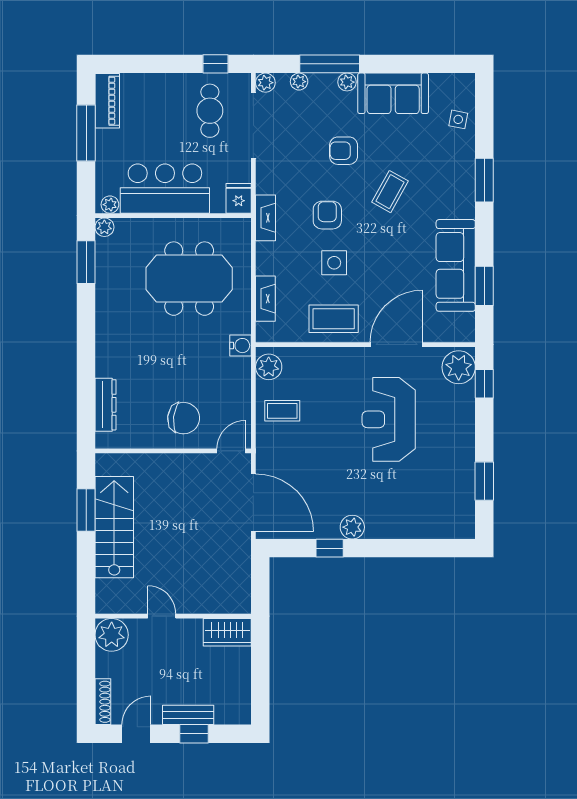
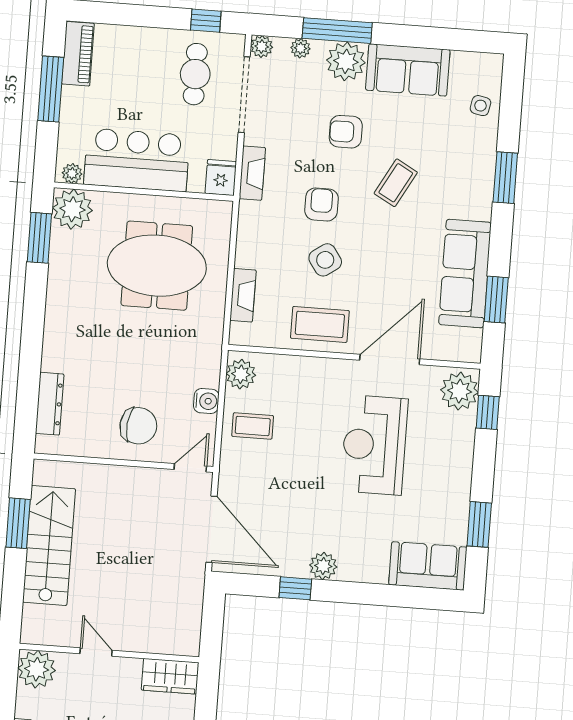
plant: (347, 82) -> (346, 61), width x1.87, depth x1.87
fireplace: (266, 218) -> (252, 173), moved
plant: (104, 227) -> (72, 209), width x1.87, depth x1.87
side table: (334, 263) -> (325, 260), turned -35
water cooler: (241, 346) -> (206, 401), moved
sofa: (443, 520) -> (428, 566), added

